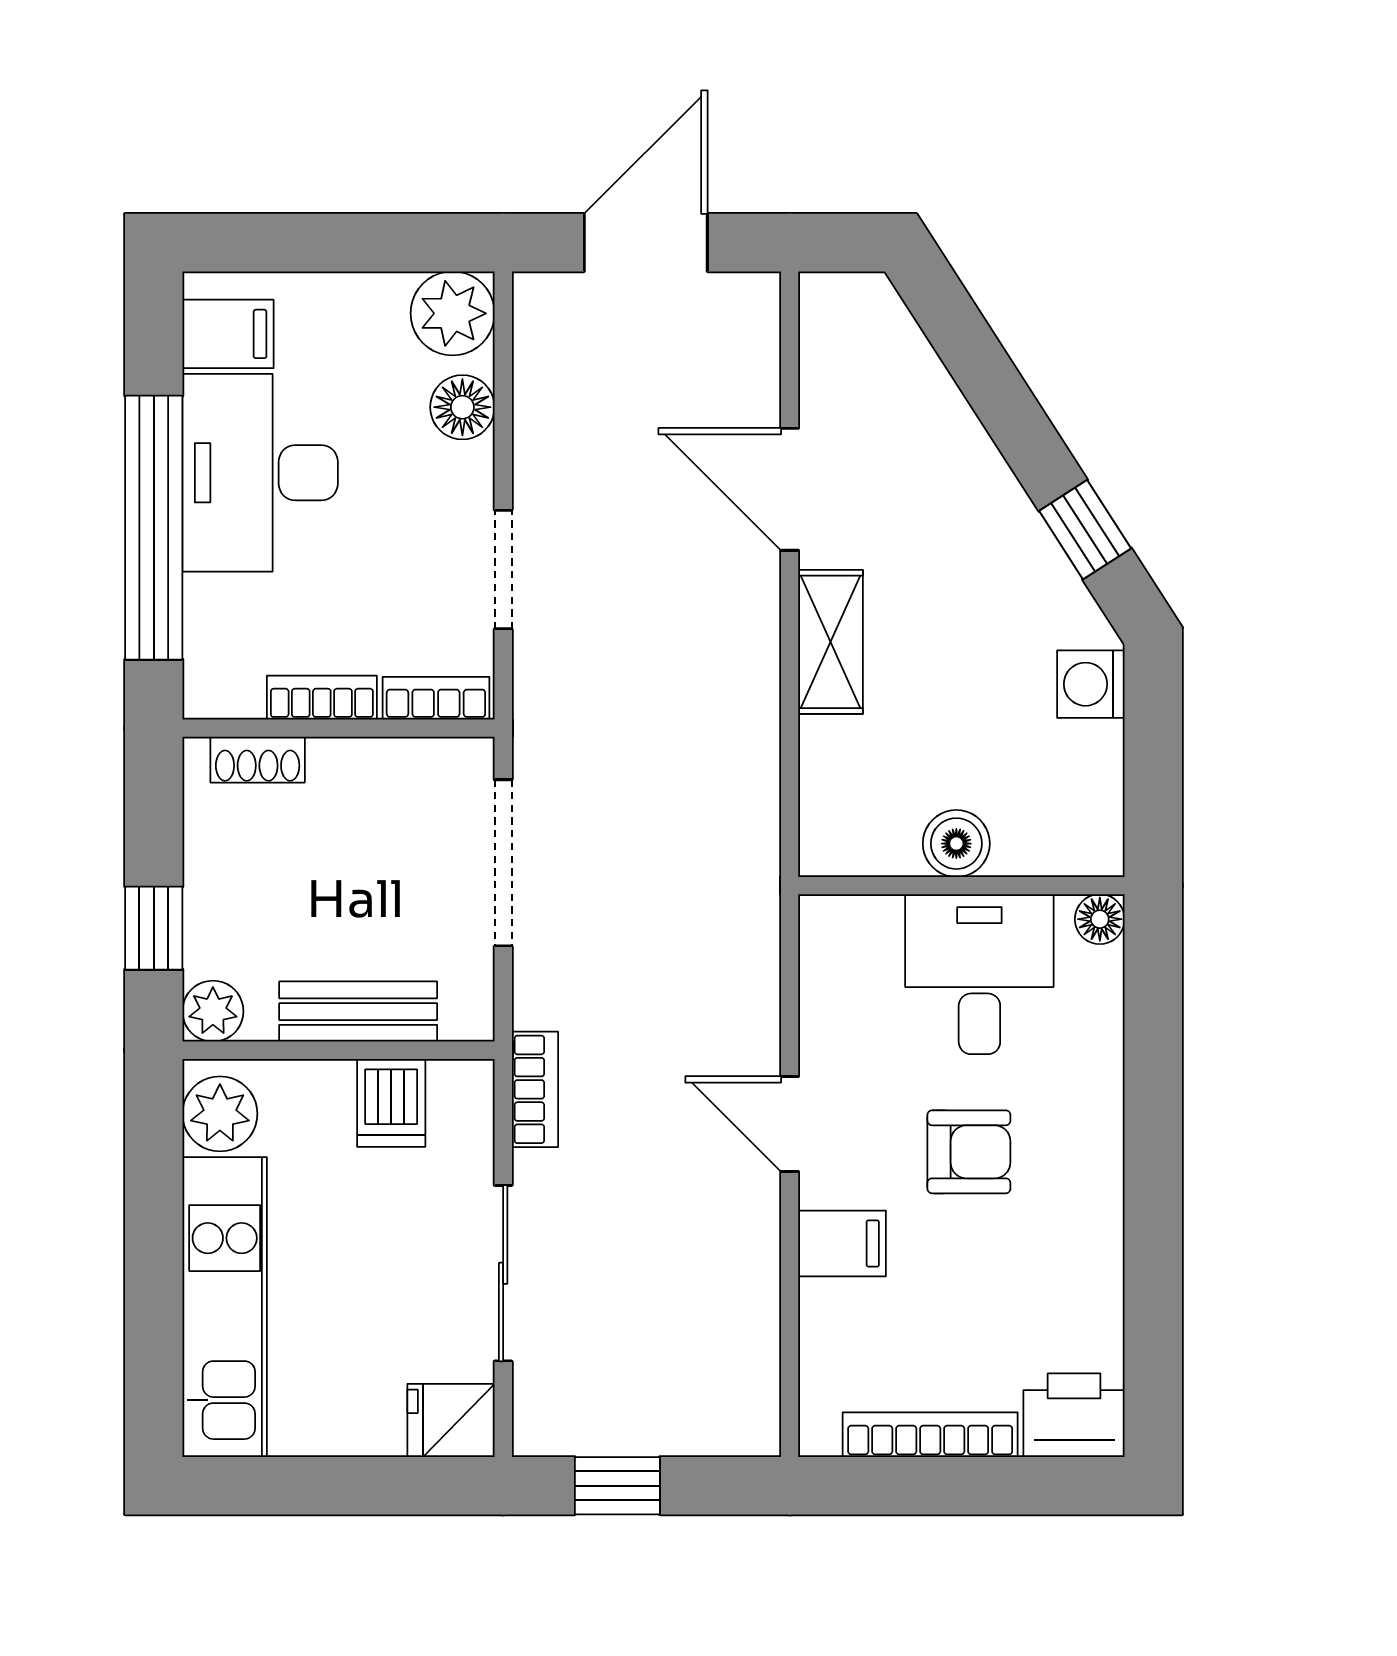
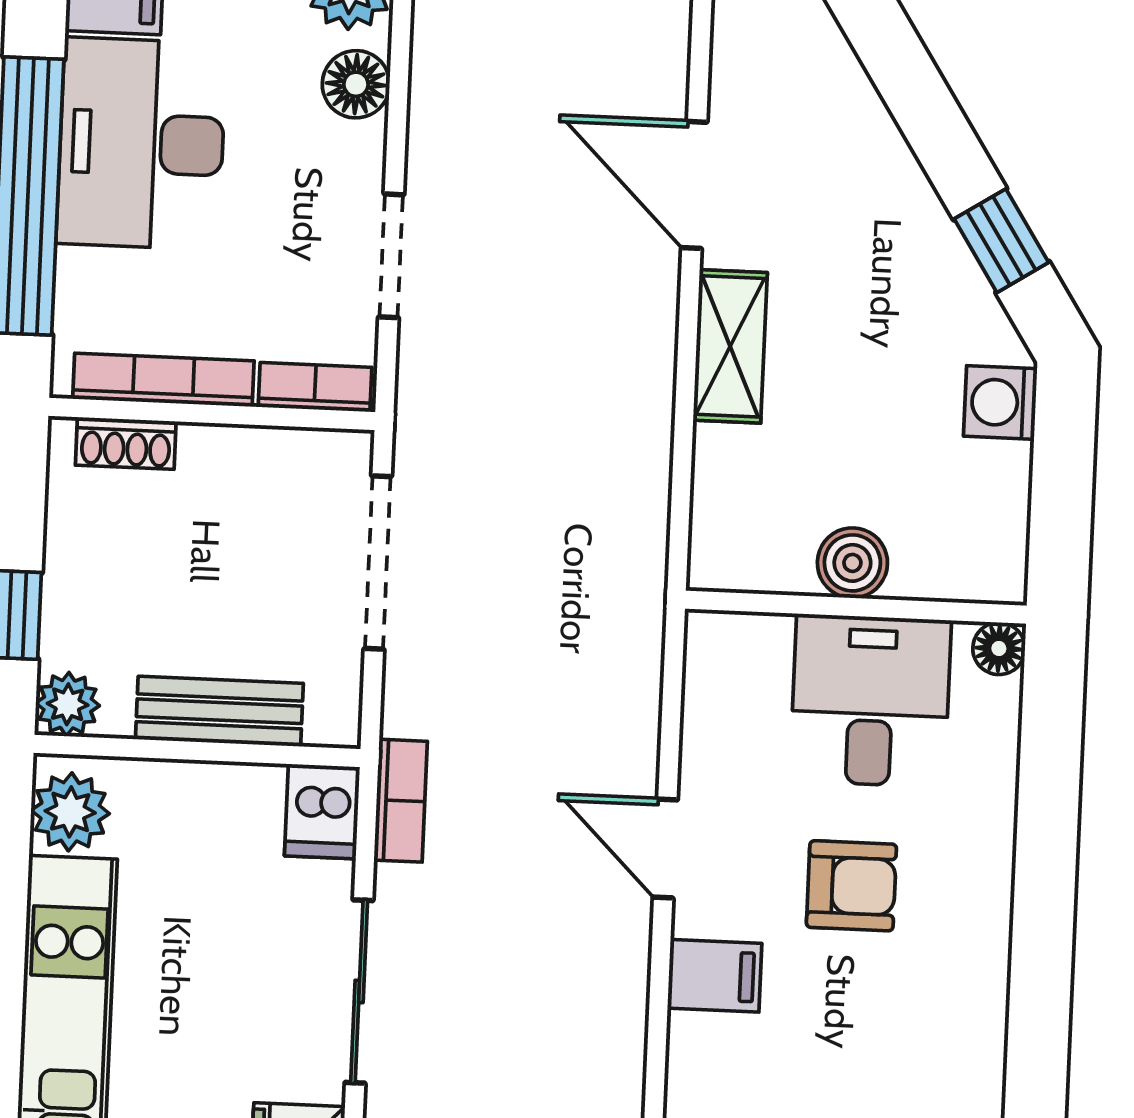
bookcase: (322, 698) -> (163, 380), width x1.56
dishwasher: (391, 1103) -> (322, 811), moved

